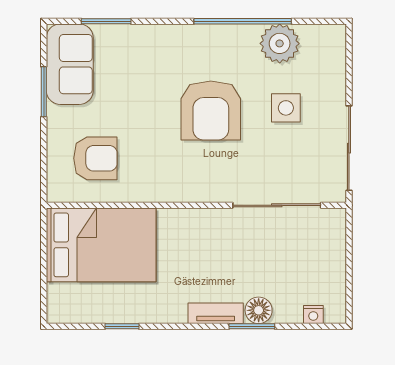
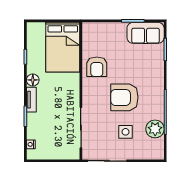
armchair: (95, 158) -> (97, 67), moved
floor lamp: (259, 310) -> (33, 80), moved

